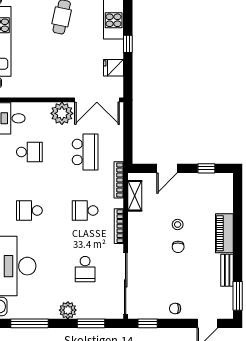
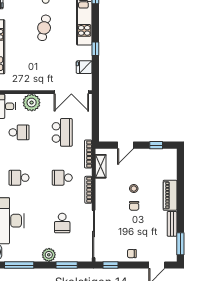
plant: (62, 113) -> (32, 103), moved

